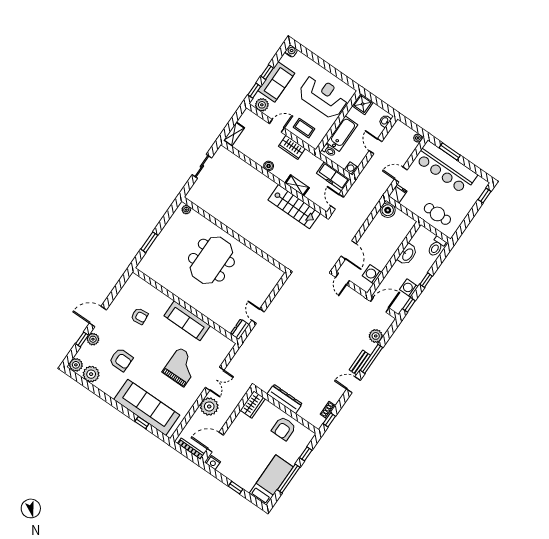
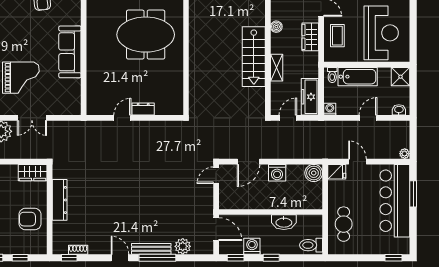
stairs: (294, 207) -> (254, 57), moved
washing machine: (372, 274) -> (277, 173), moved, turned 180
dresser: (240, 329) -> (143, 109), moved
bench: (360, 363) -> (151, 249), width x1.36

